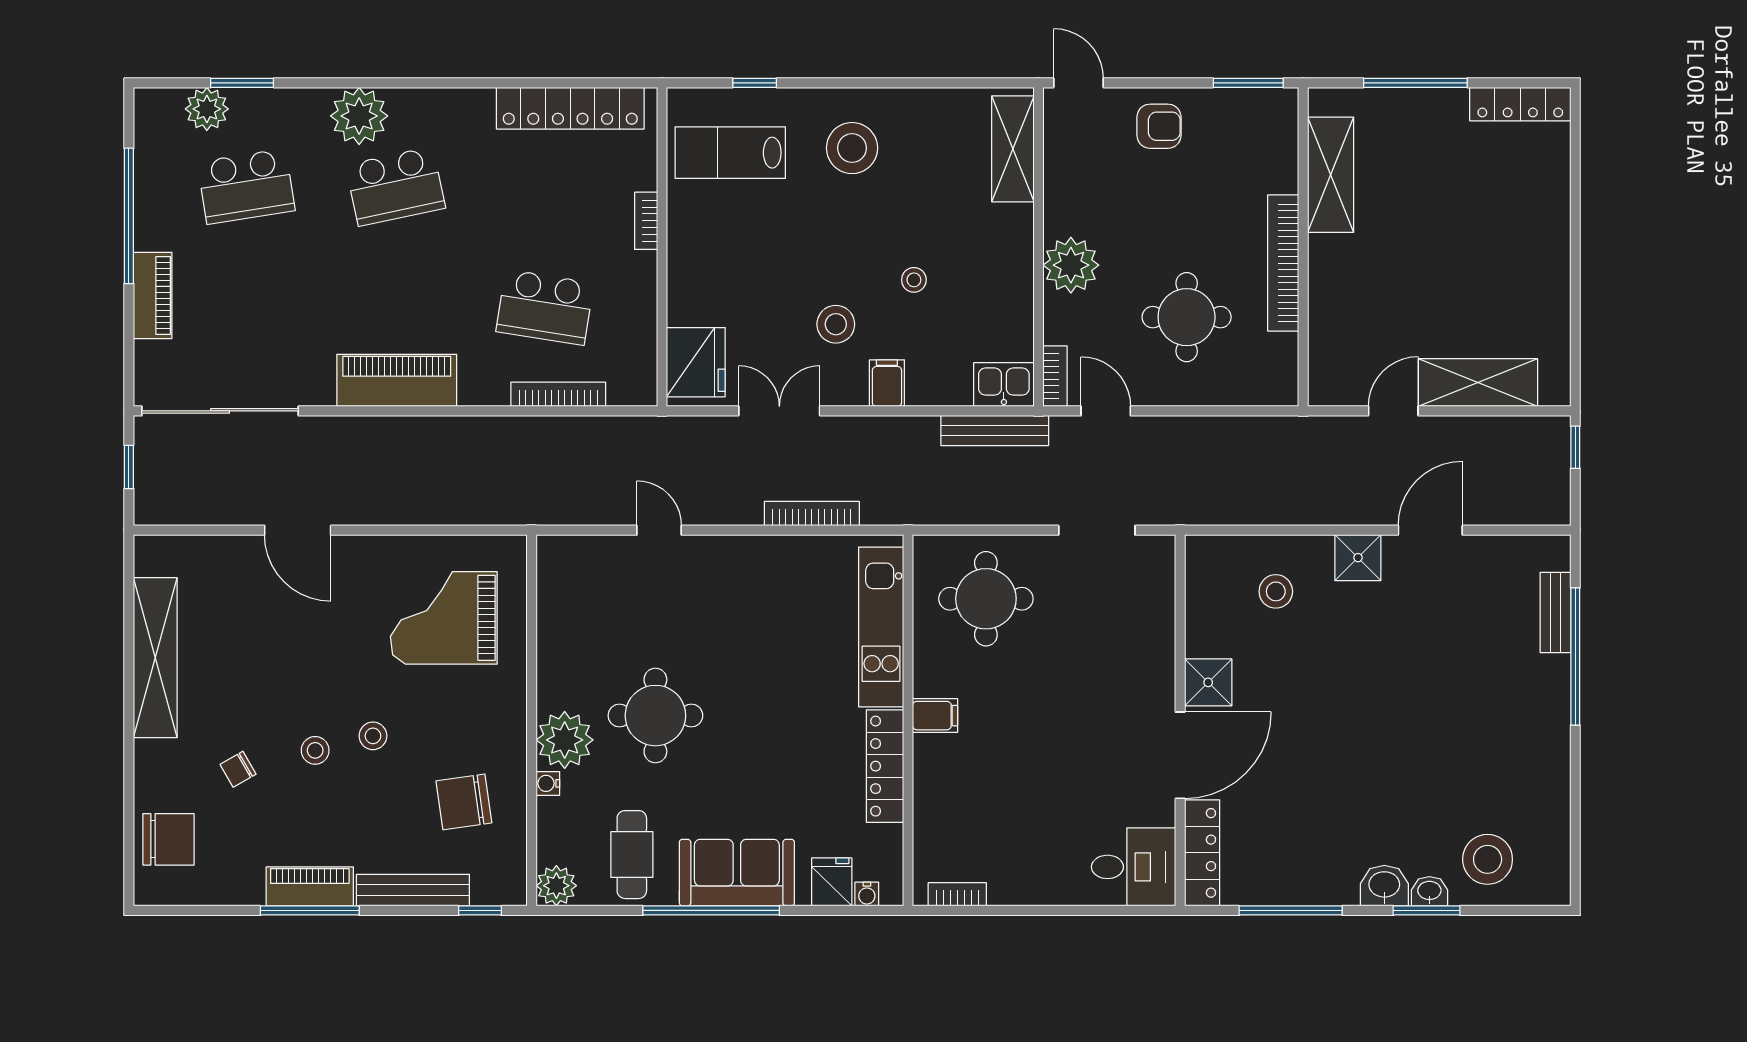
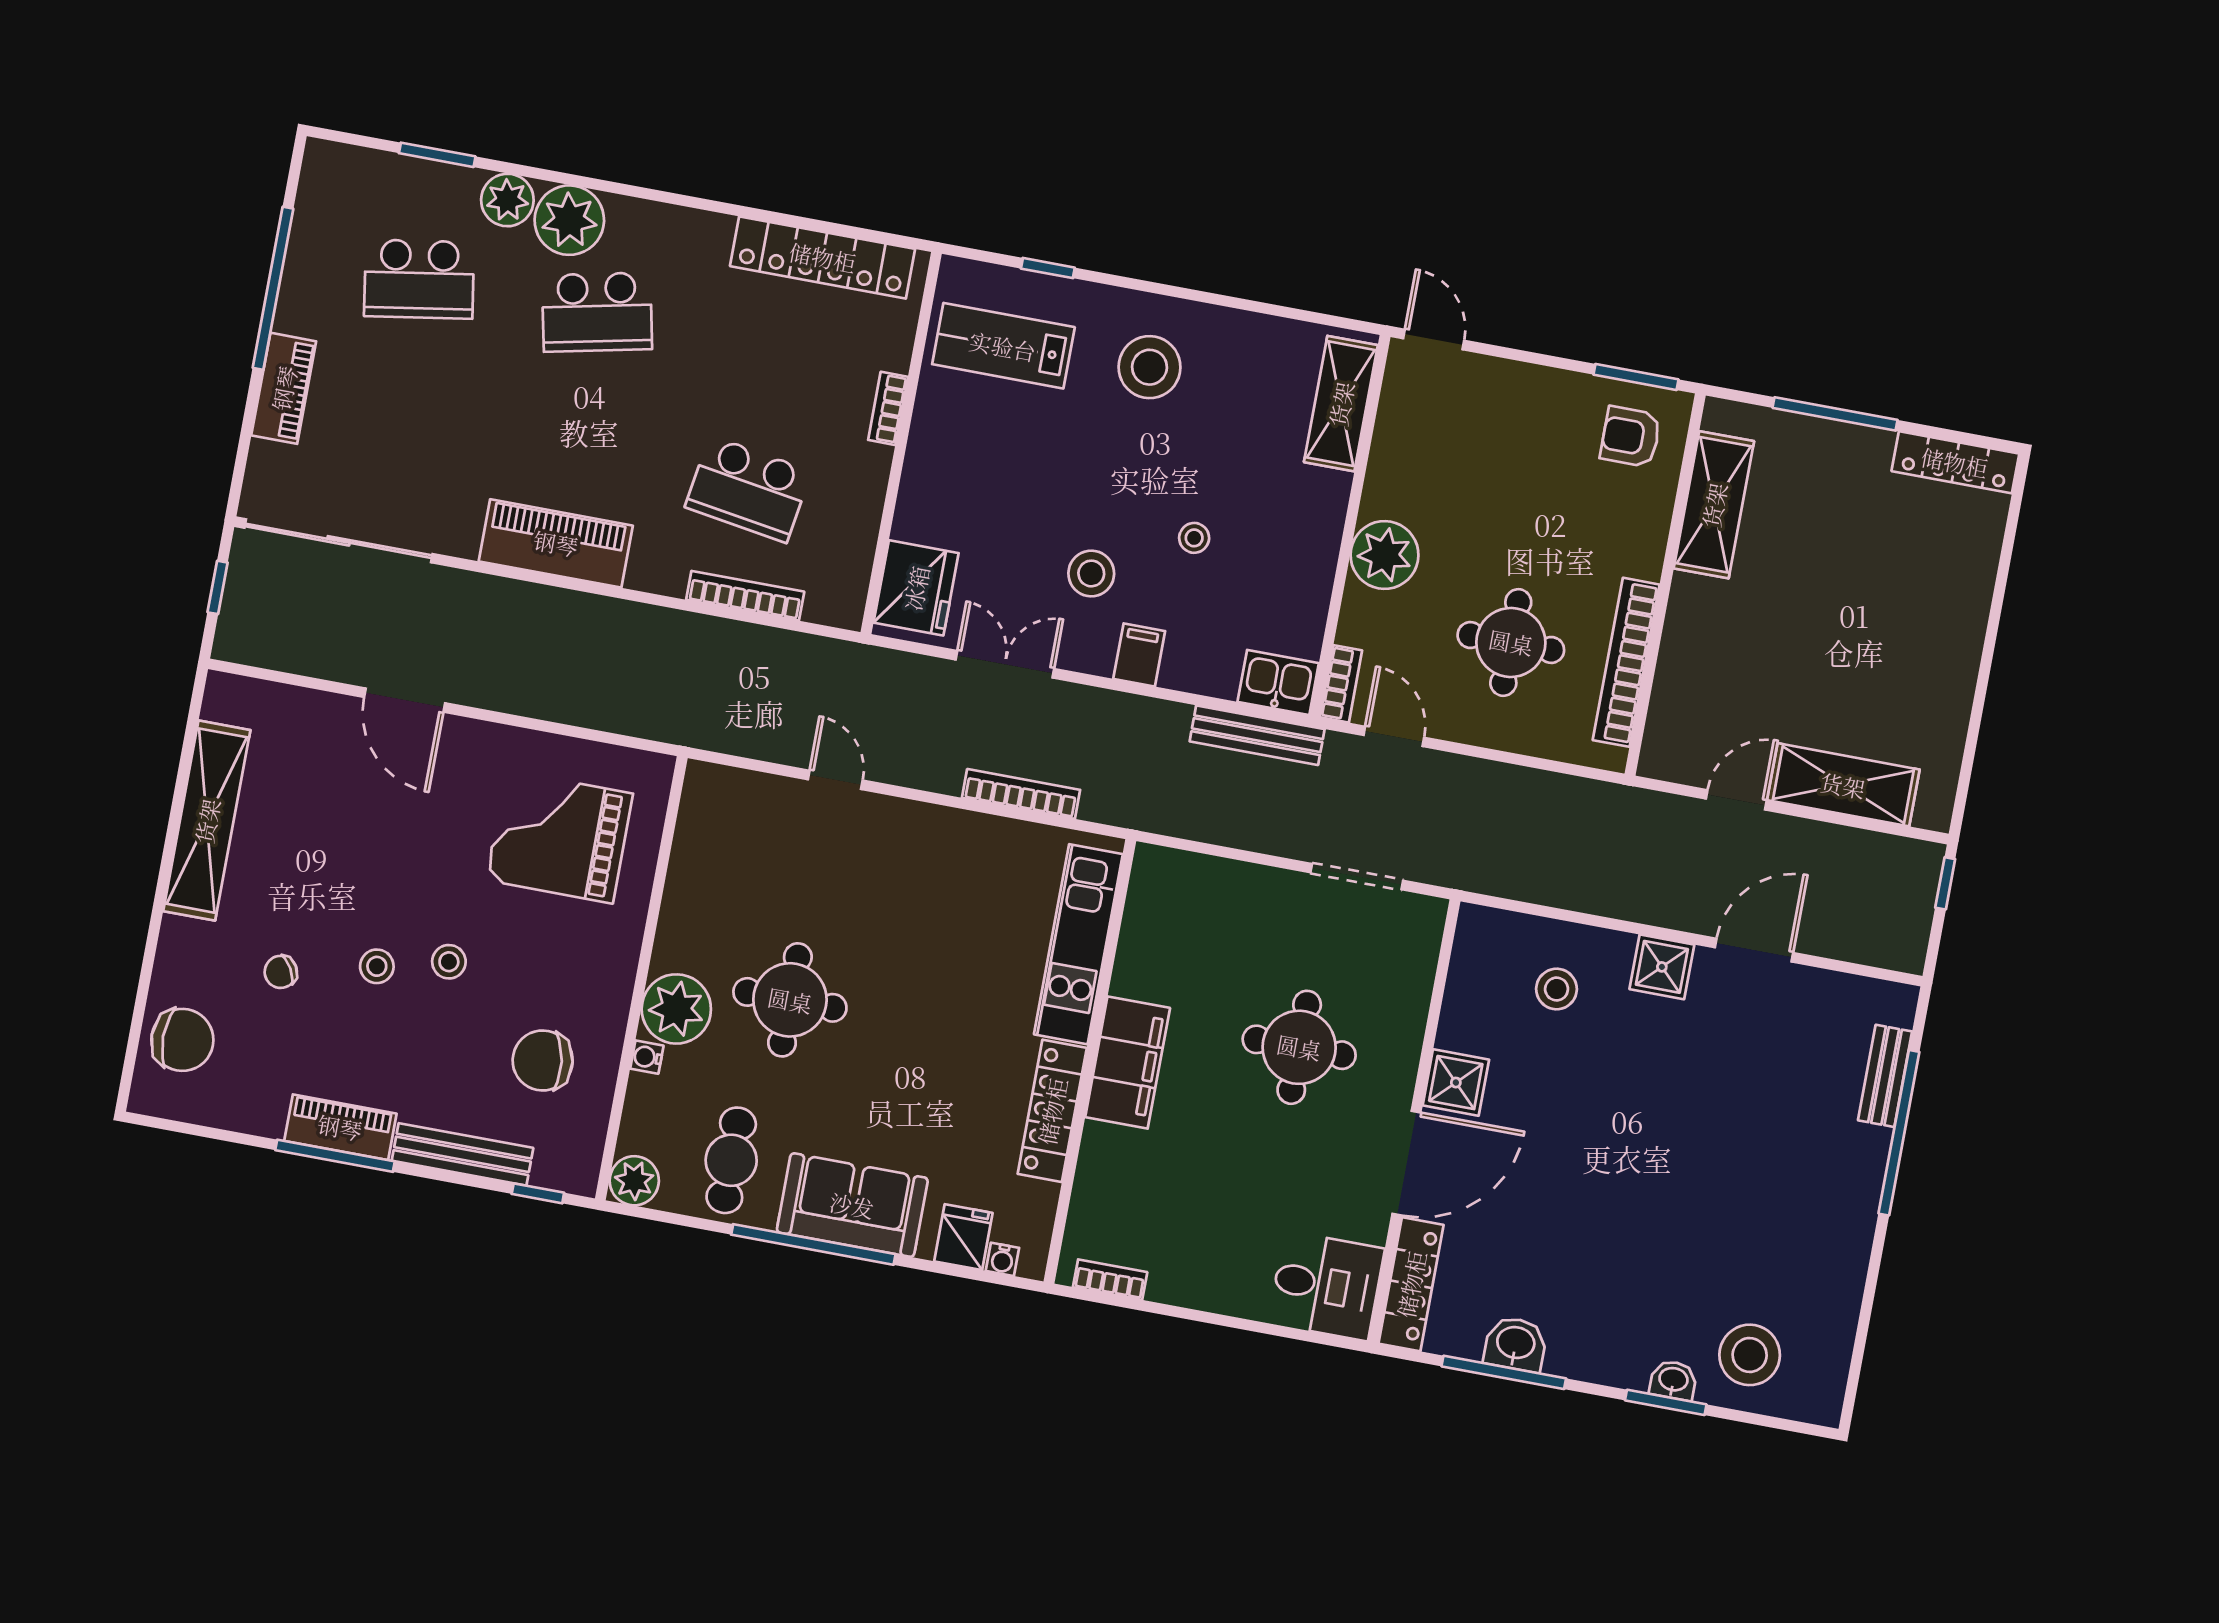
plant: (207, 109) -> (507, 200), moved
armchair: (1159, 126) -> (1631, 437), moved, turned 180
bookcase: (1283, 263) -> (1626, 662), moved
round table: (986, 599) -> (1299, 1047), moved
filing cabinet: (935, 716) -> (1128, 1063), width x3.00, depth x1.17
washbasin: (1384, 886) -> (1516, 1344), moved

